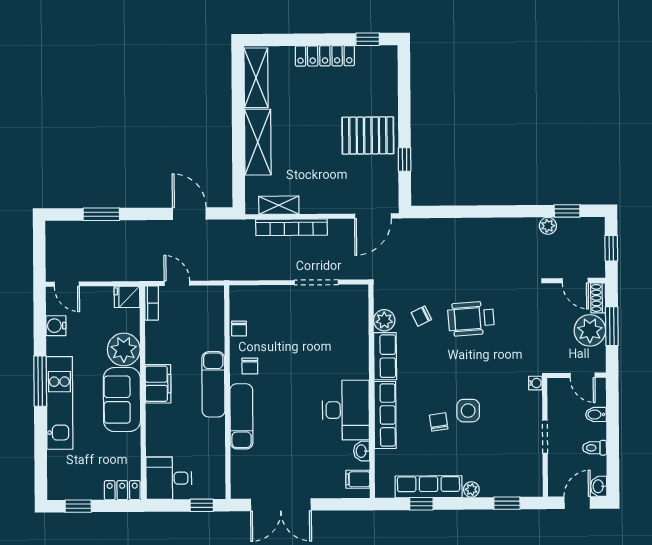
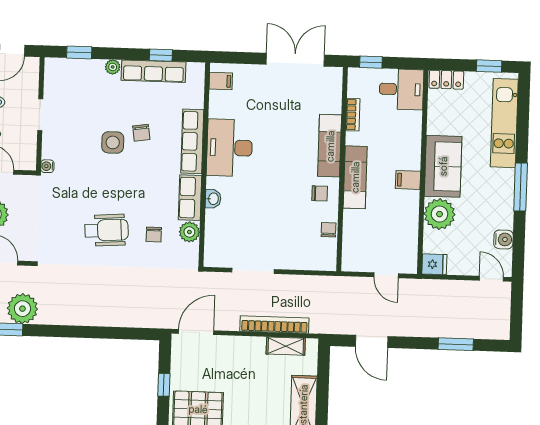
plant: (548, 226) -> (22, 309), width x1.87, depth x1.87
bookcase: (152, 303) -> (353, 115), moved, turned 180
chair: (421, 316) -> (154, 235), turned 116
chair: (250, 366) -> (320, 193), turned 90
filing cabinet: (158, 384) -> (408, 180), width x0.50
kitchen unit: (60, 403) -> (504, 123), moved
washbasin: (362, 451) -> (213, 199), moved

